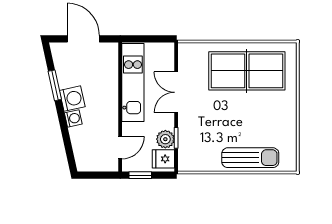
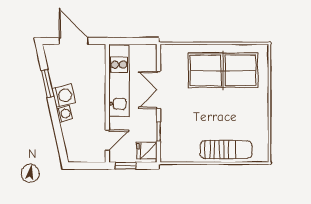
plant: (165, 139) -> (149, 133), removed

